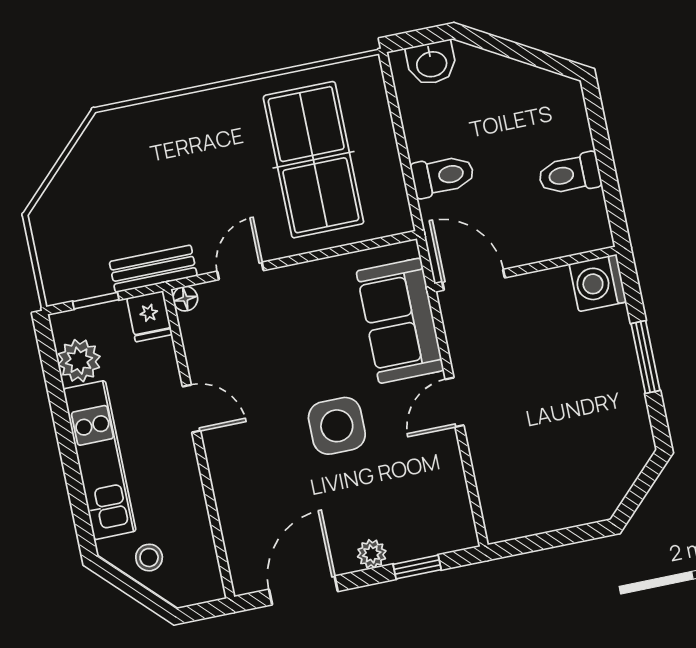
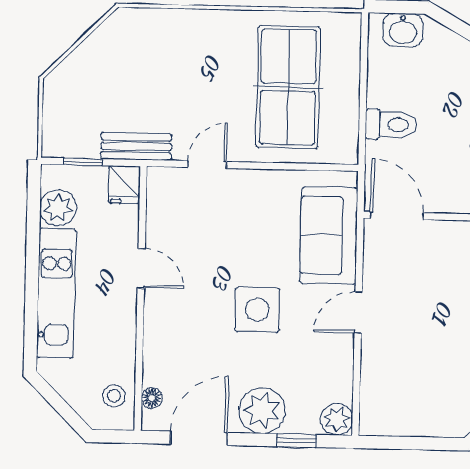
floor lamp: (185, 299) -> (152, 398), moved
plant: (458, 532) -> (337, 419), added
plant: (372, 554) -> (262, 411), width x1.88, depth x1.88
stool: (149, 558) -> (114, 396), moved

